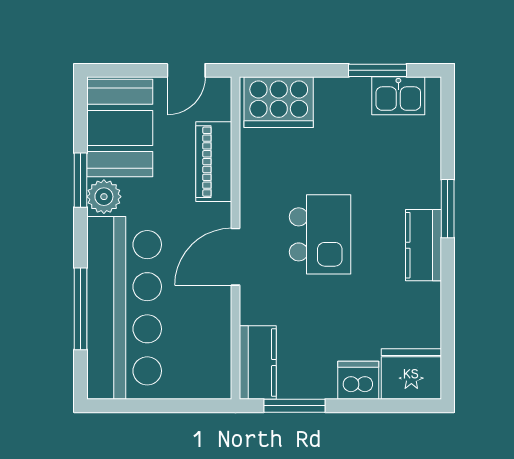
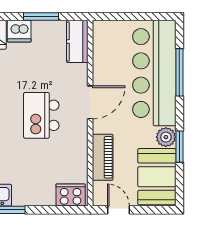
door: (186, 70) -> (118, 210), hinge flipped
cooker: (279, 102) -> (71, 195), width x0.73, depth x0.76
window: (294, 406) -> (41, 17), moved

